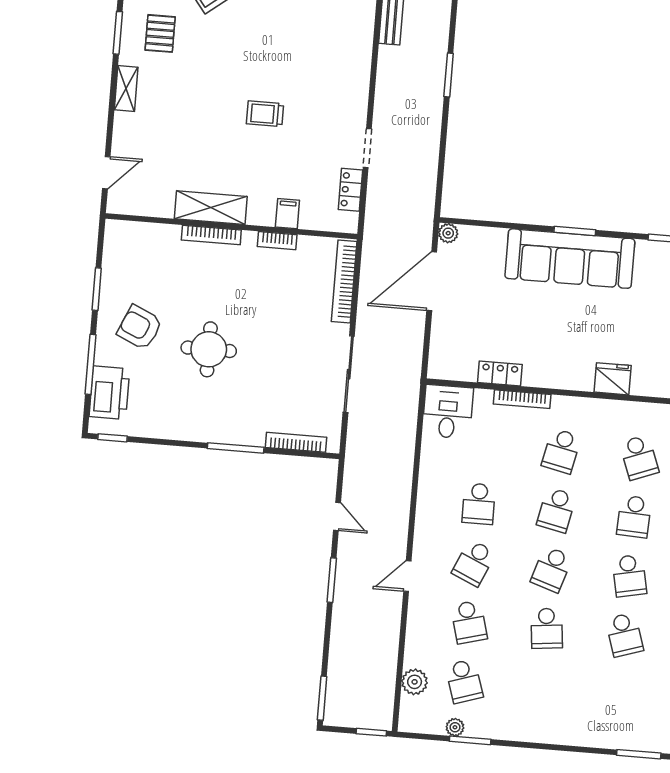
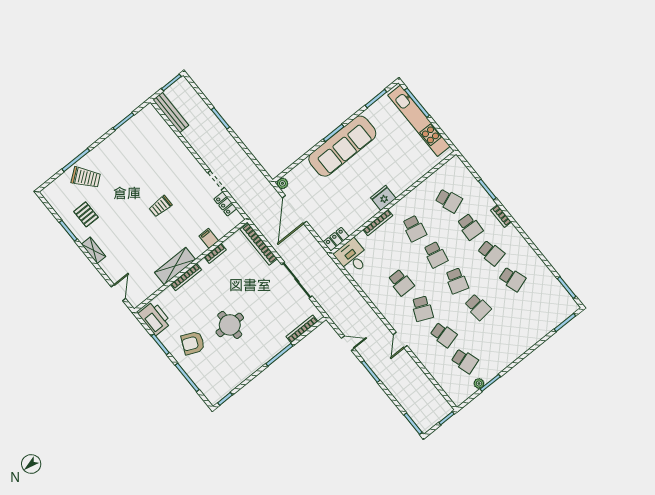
locker: (500, 374) -> (336, 239), moved
fridge: (613, 379) -> (383, 198), moved
printer: (109, 393) -> (155, 318), moved
plant: (415, 682) -> (445, 381), removed

